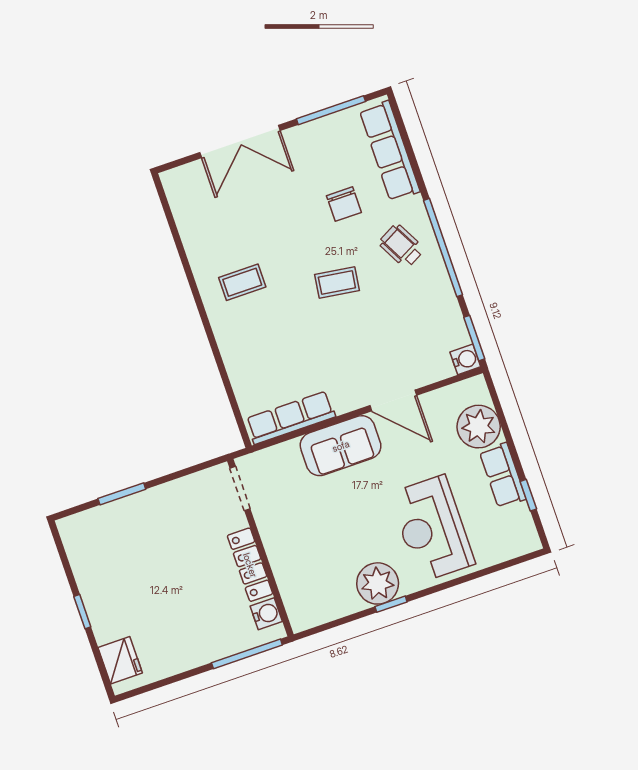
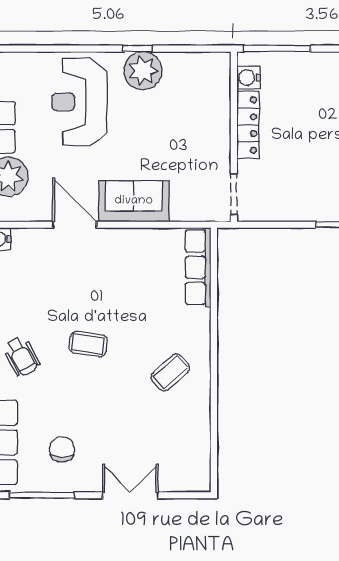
double door: (240, 141) -> (130, 495), width x0.73
chair: (344, 204) -> (62, 449), moved
coffee table: (242, 282) -> (170, 372), turned -42
row of seats: (291, 418) -> (198, 267), moved, turned 90
reception desk: (432, 529) -> (79, 102), turned 180

